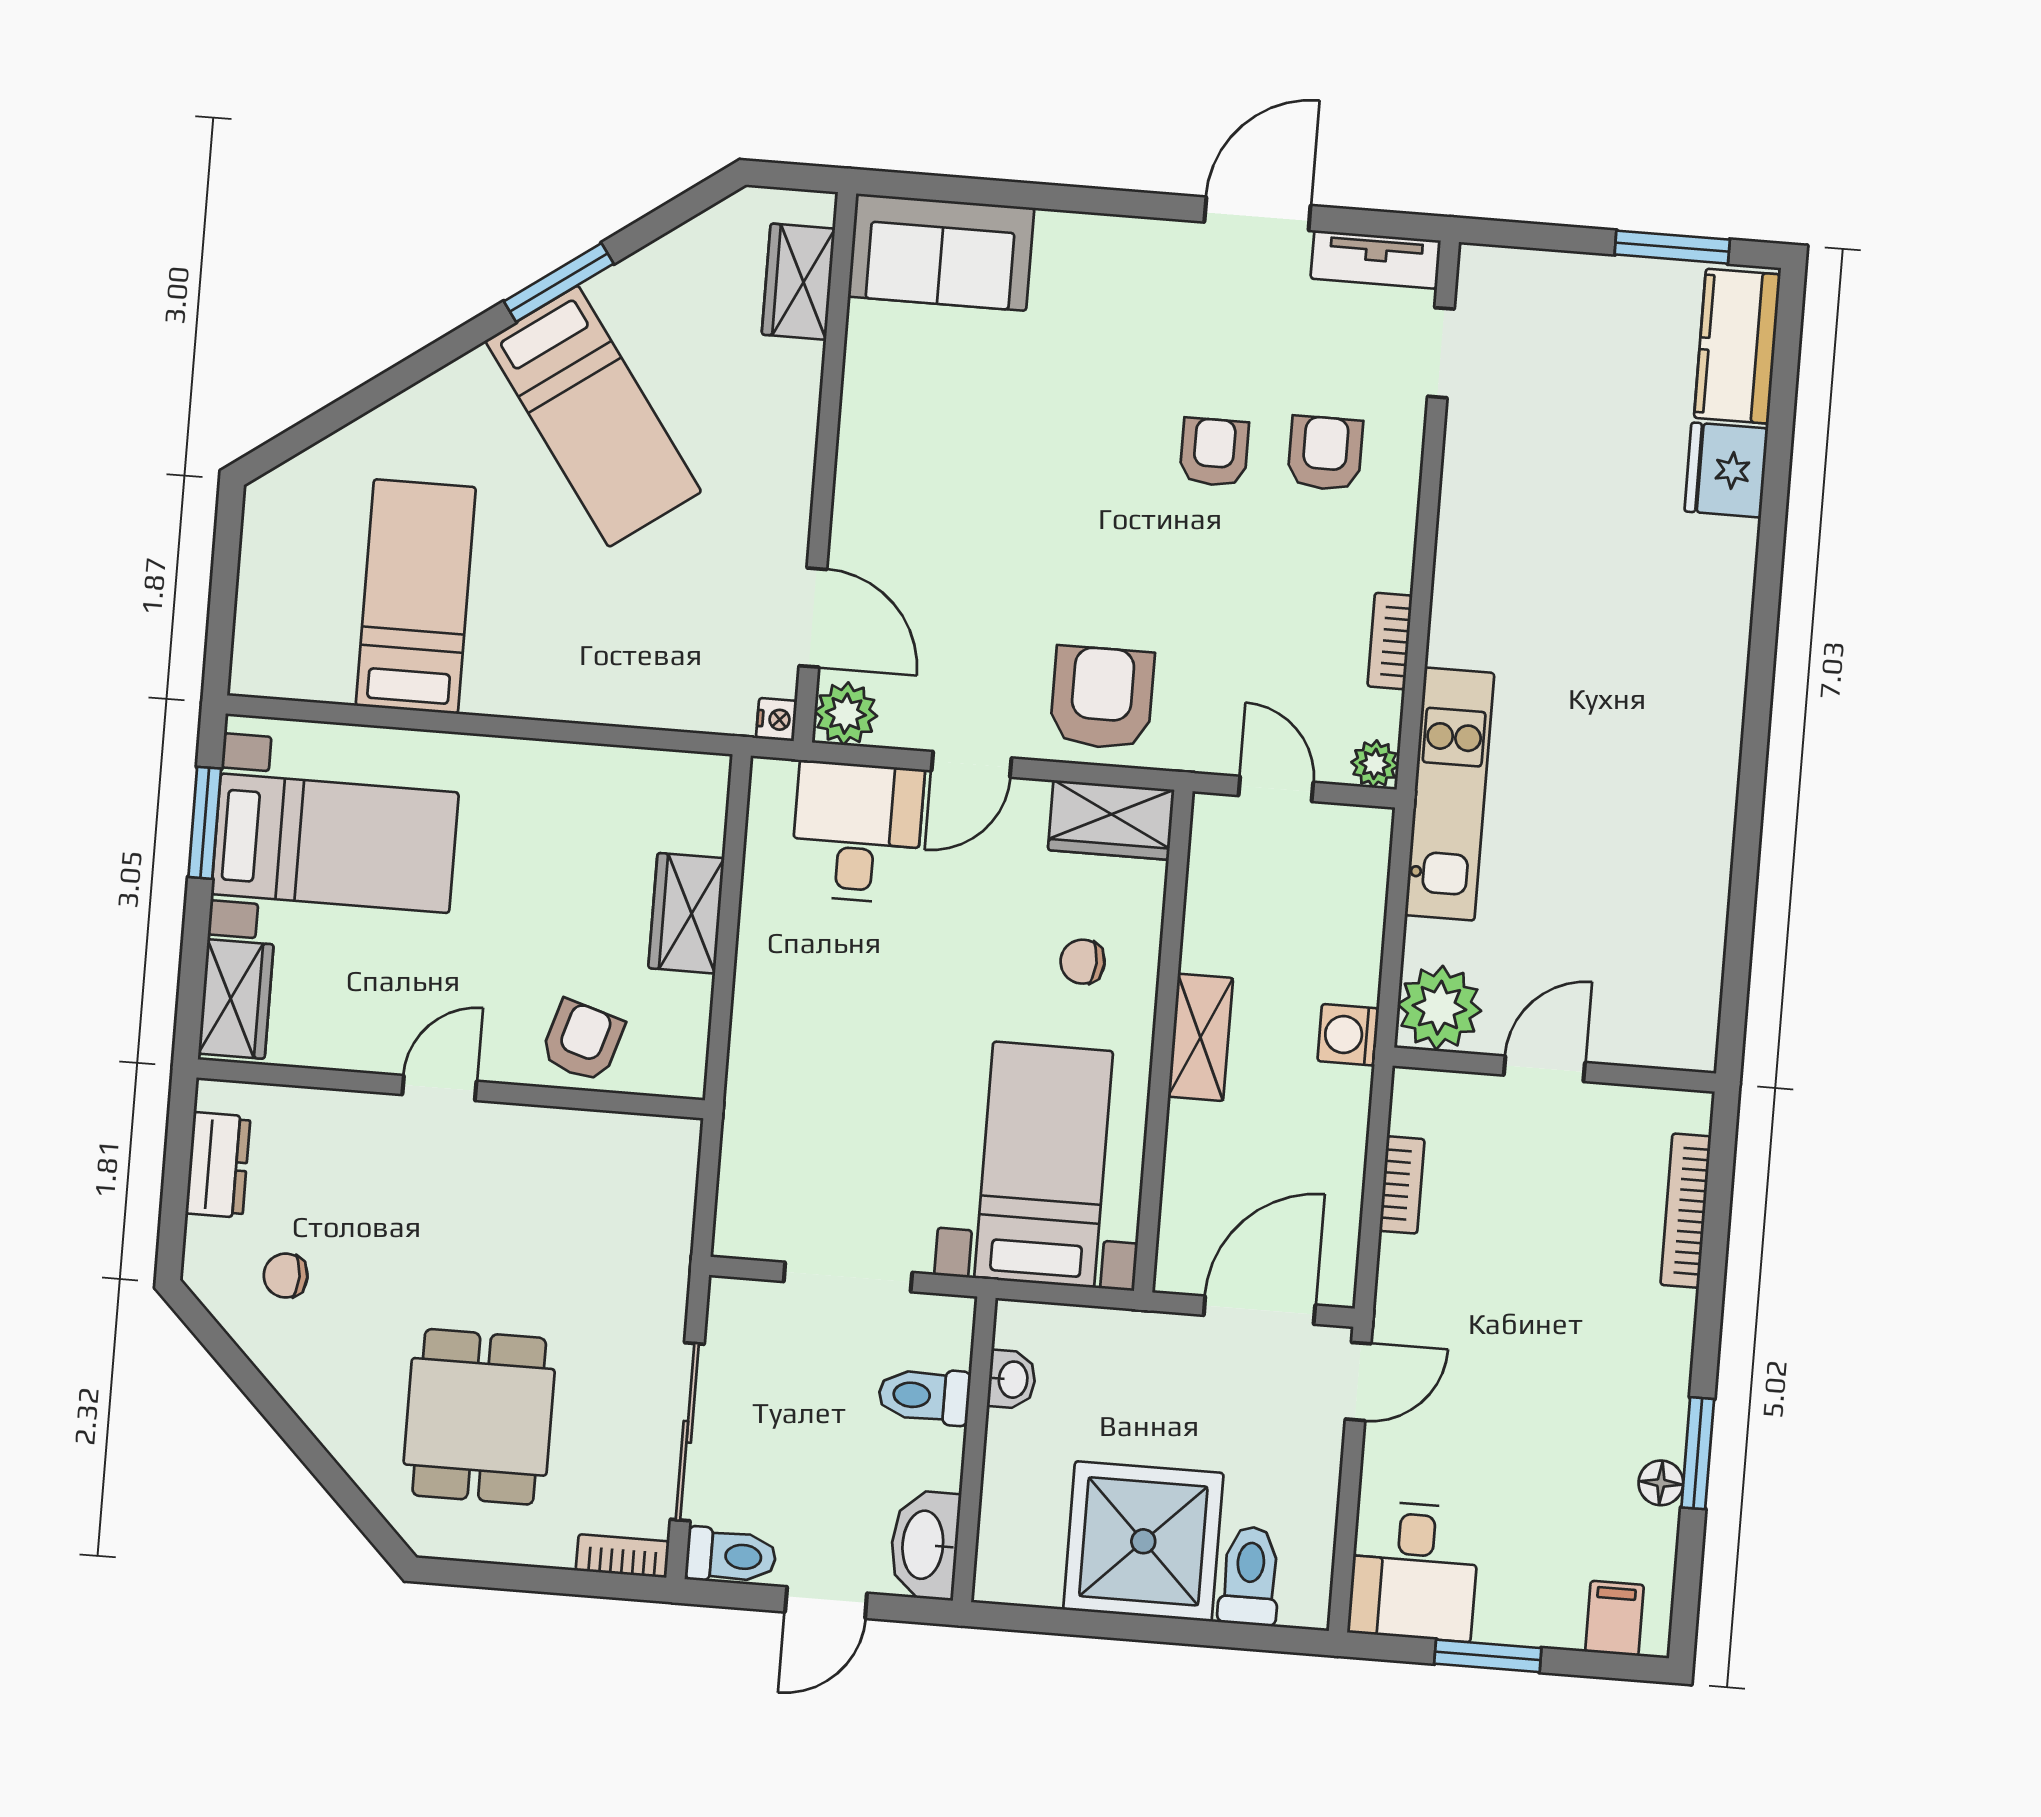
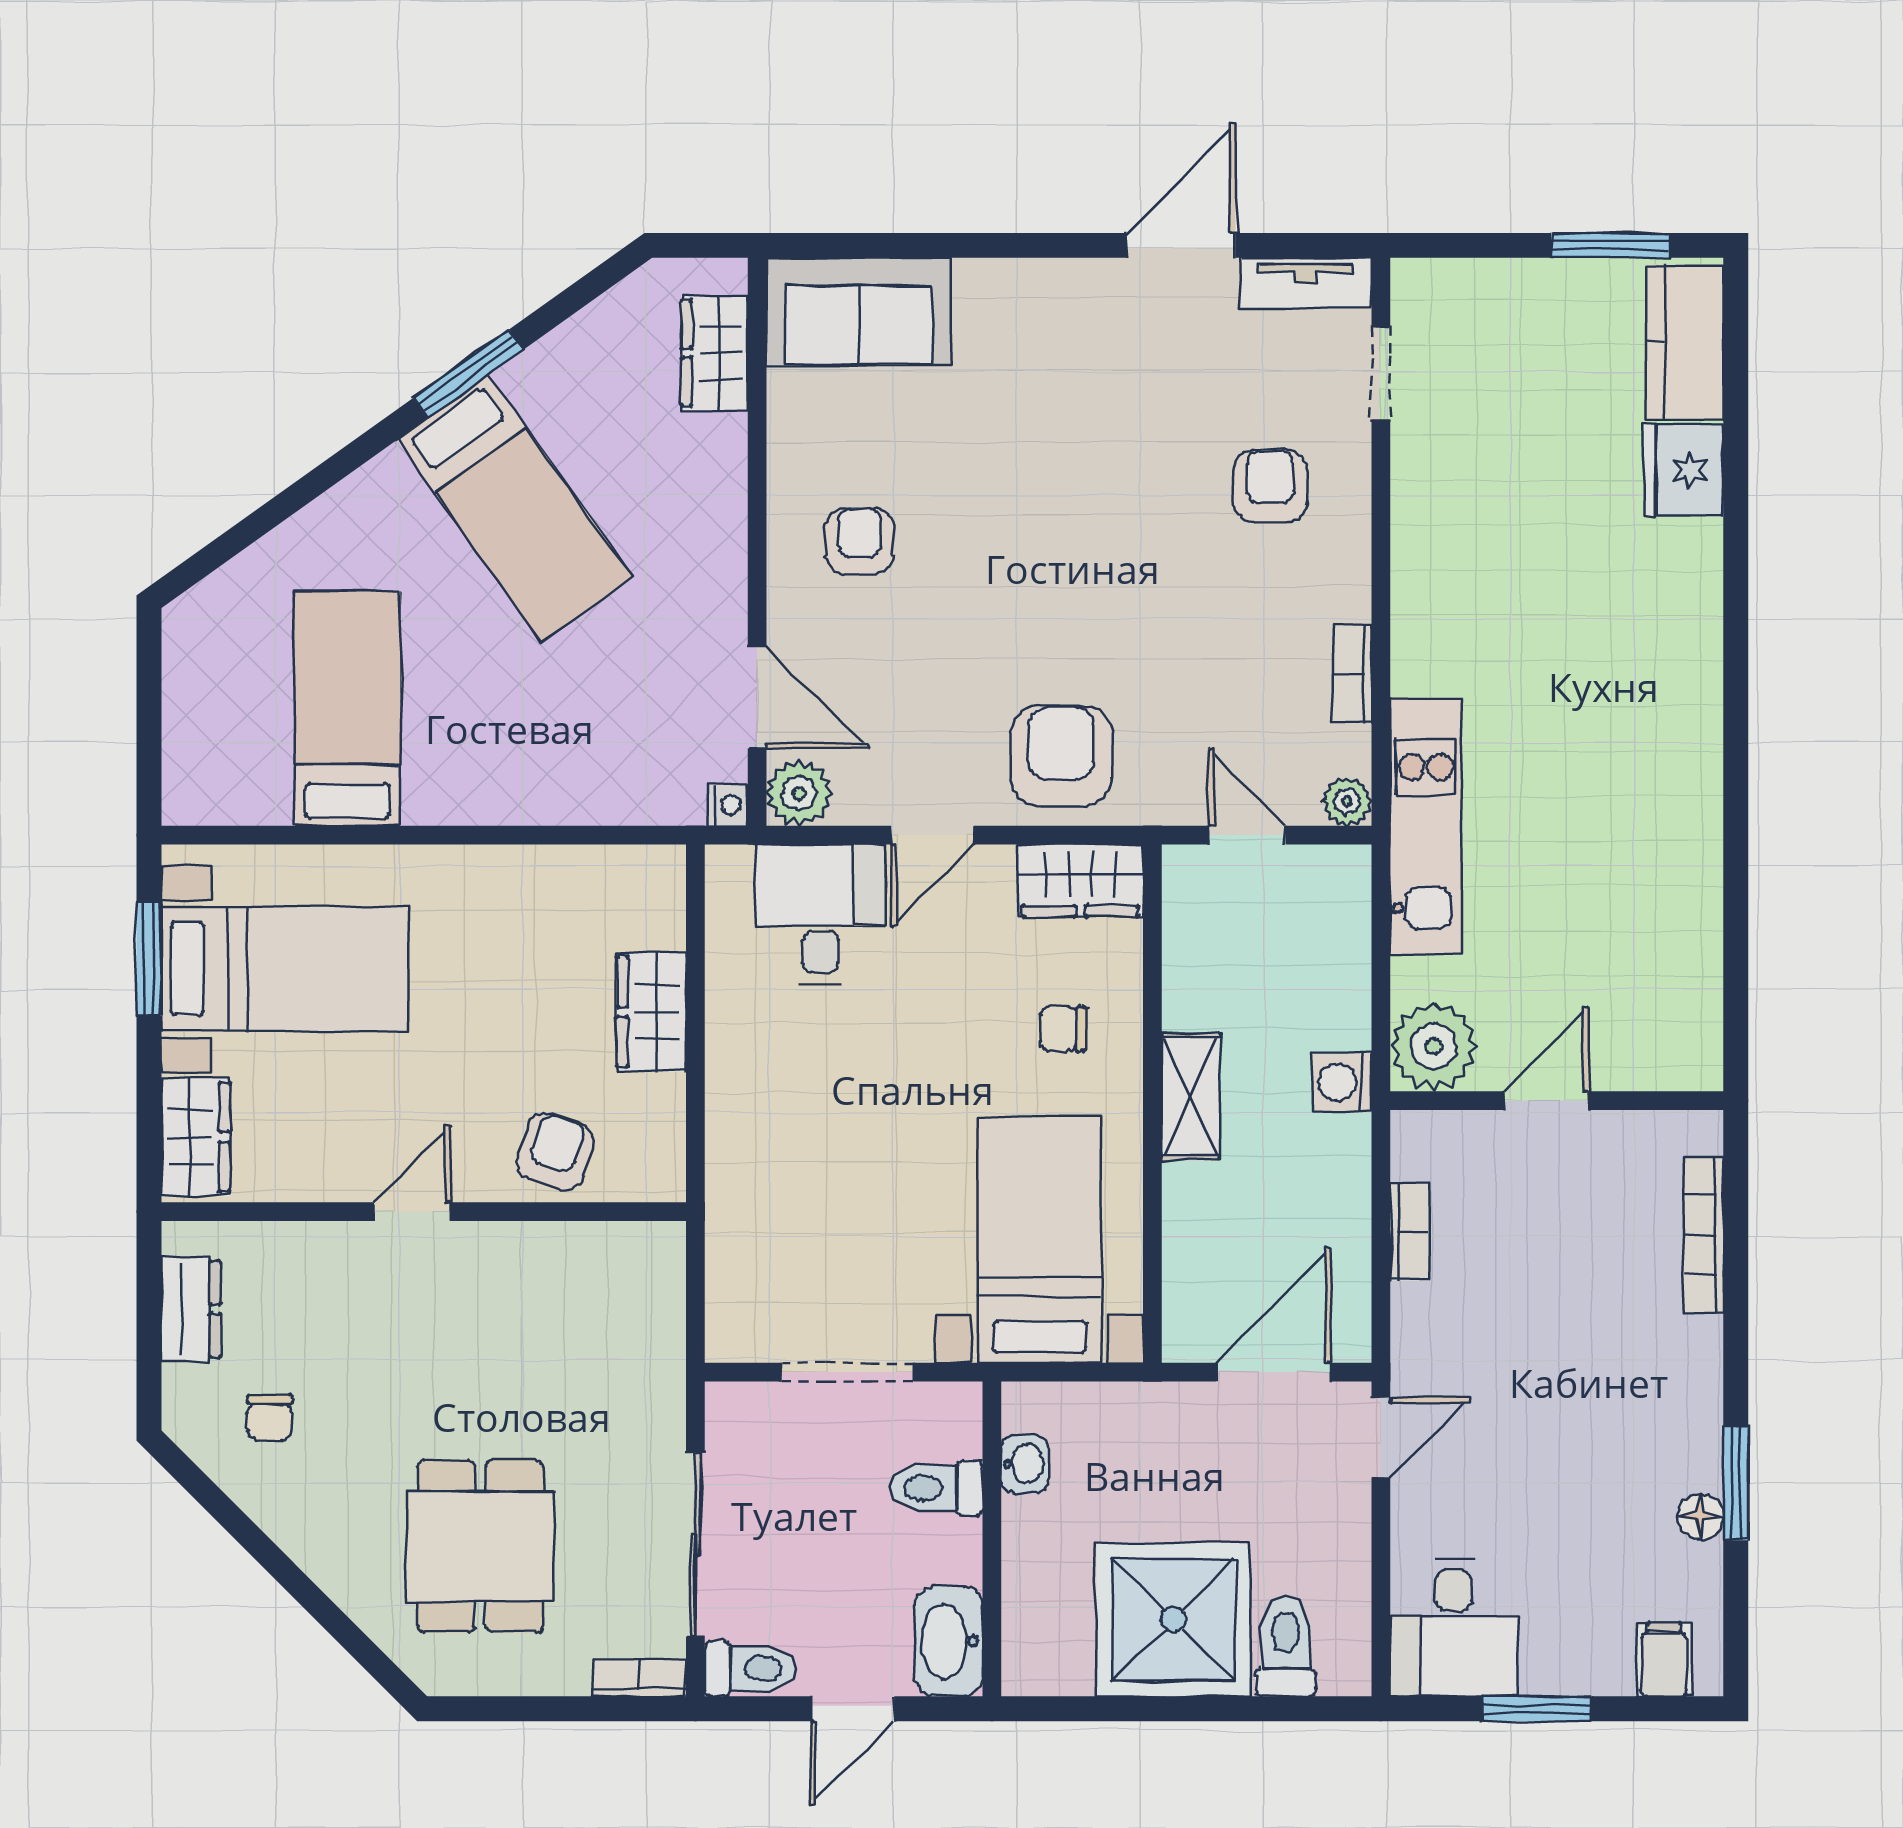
armchair: (1214, 452) -> (860, 541), moved
chair: (286, 1276) -> (270, 1417), turned -90

